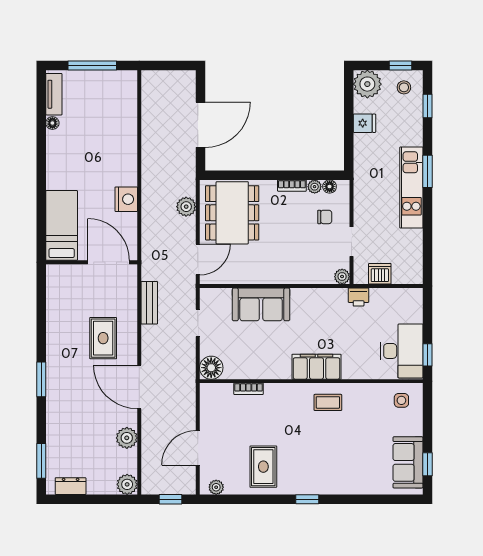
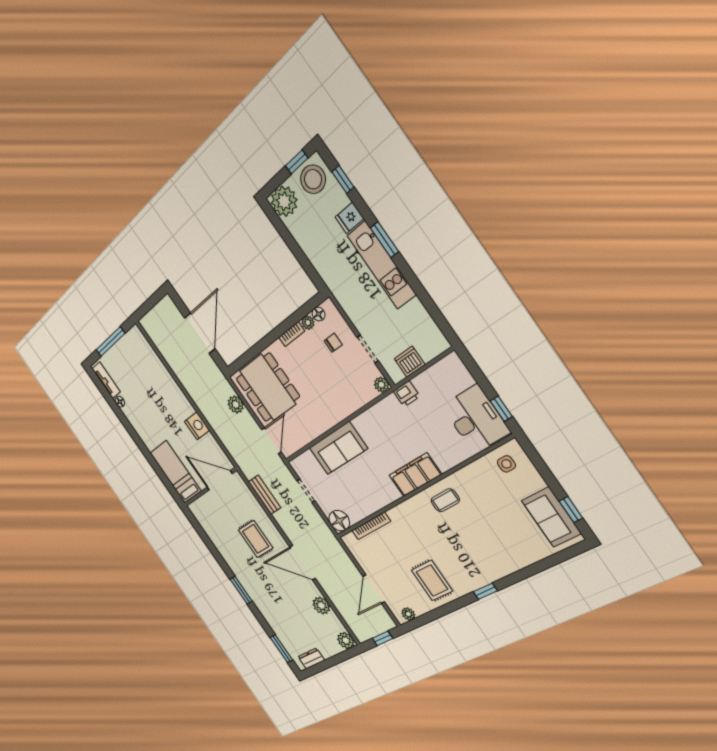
stool: (404, 87) -> (313, 179), width x1.89, depth x1.89
fridge: (364, 123) -> (349, 218), moved, turned 180
bookcase: (249, 389) -> (371, 526), width x1.56

